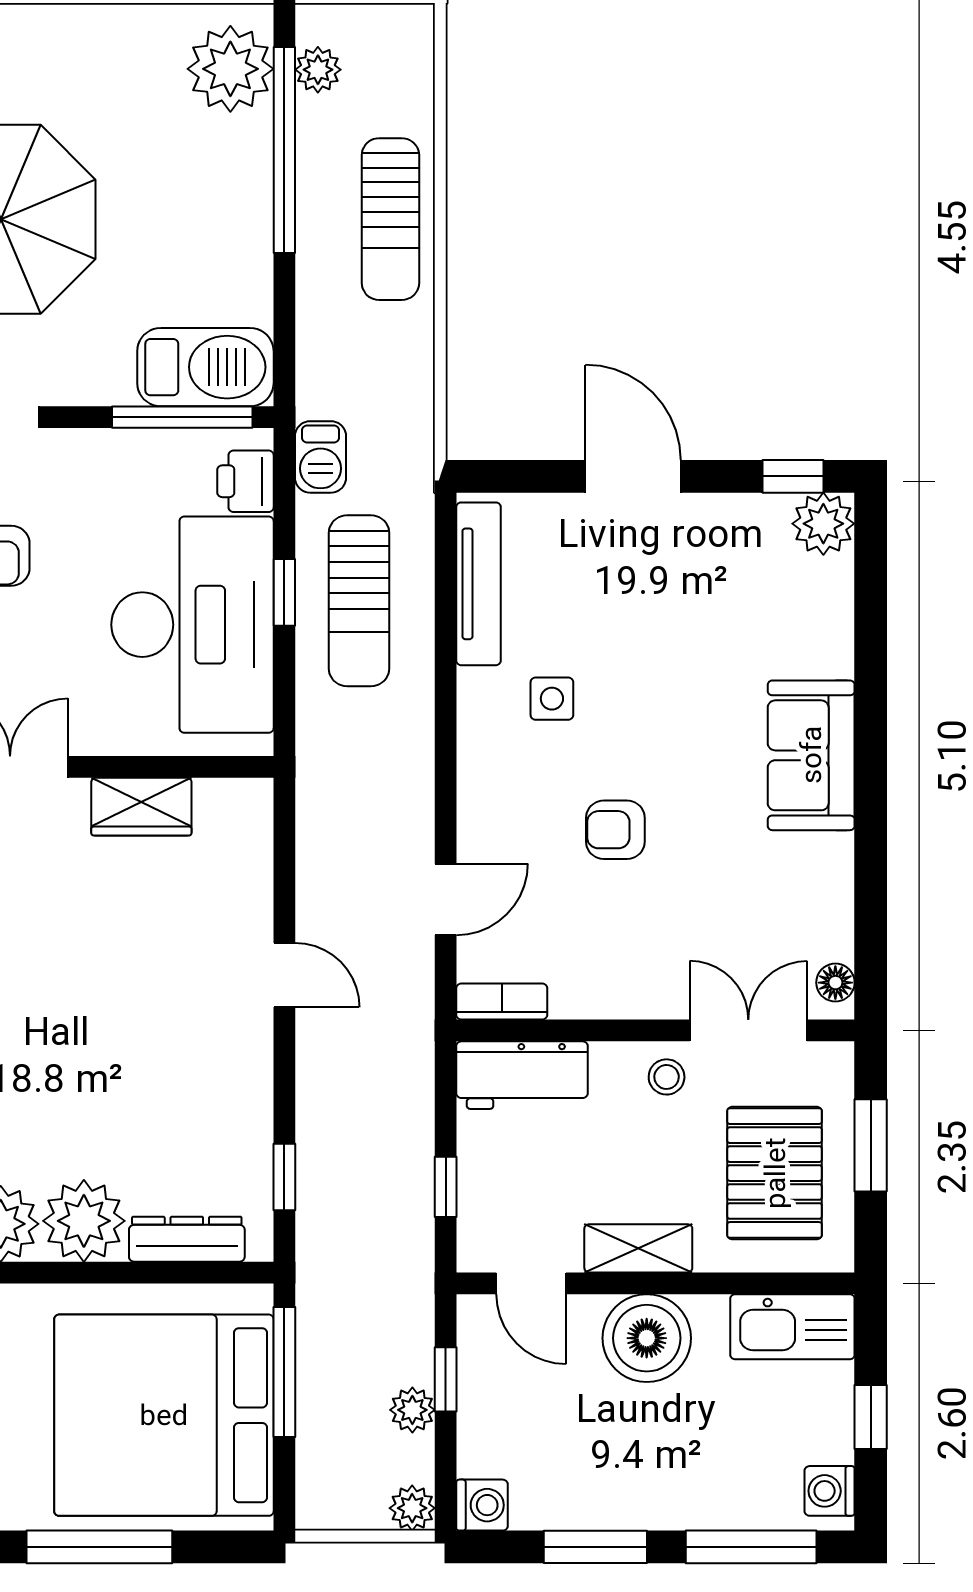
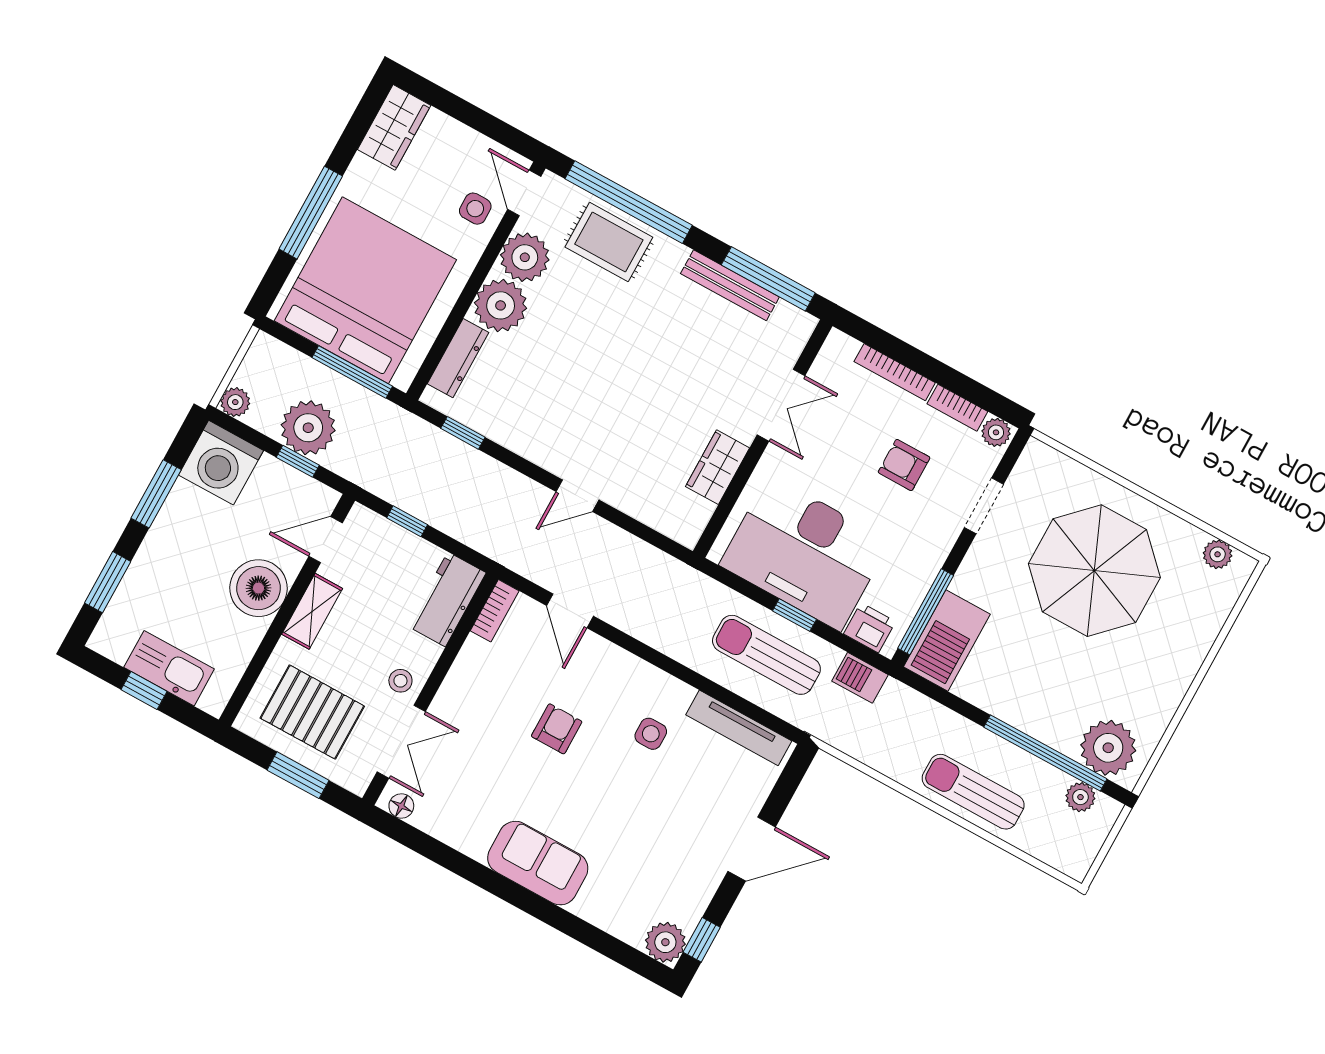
kitchen sink: (792, 1327) -> (169, 668), moved, turned 90
plant: (412, 1410) -> (308, 428), width x1.87, depth x1.87
washing machine: (830, 1491) -> (115, 644), removed
washing machine: (482, 1505) -> (221, 463), width x1.89, depth x1.89
window: (751, 1547) -> (108, 582), width x0.69

